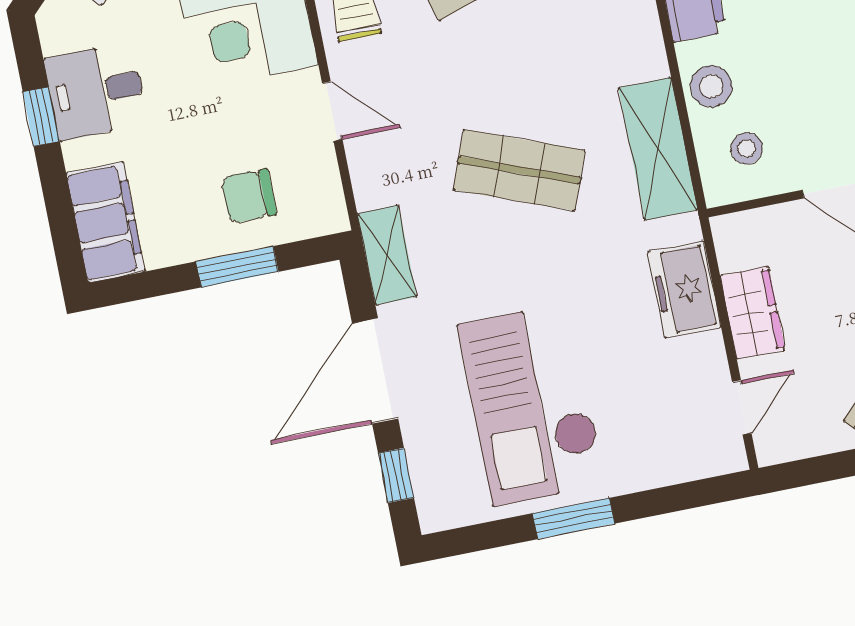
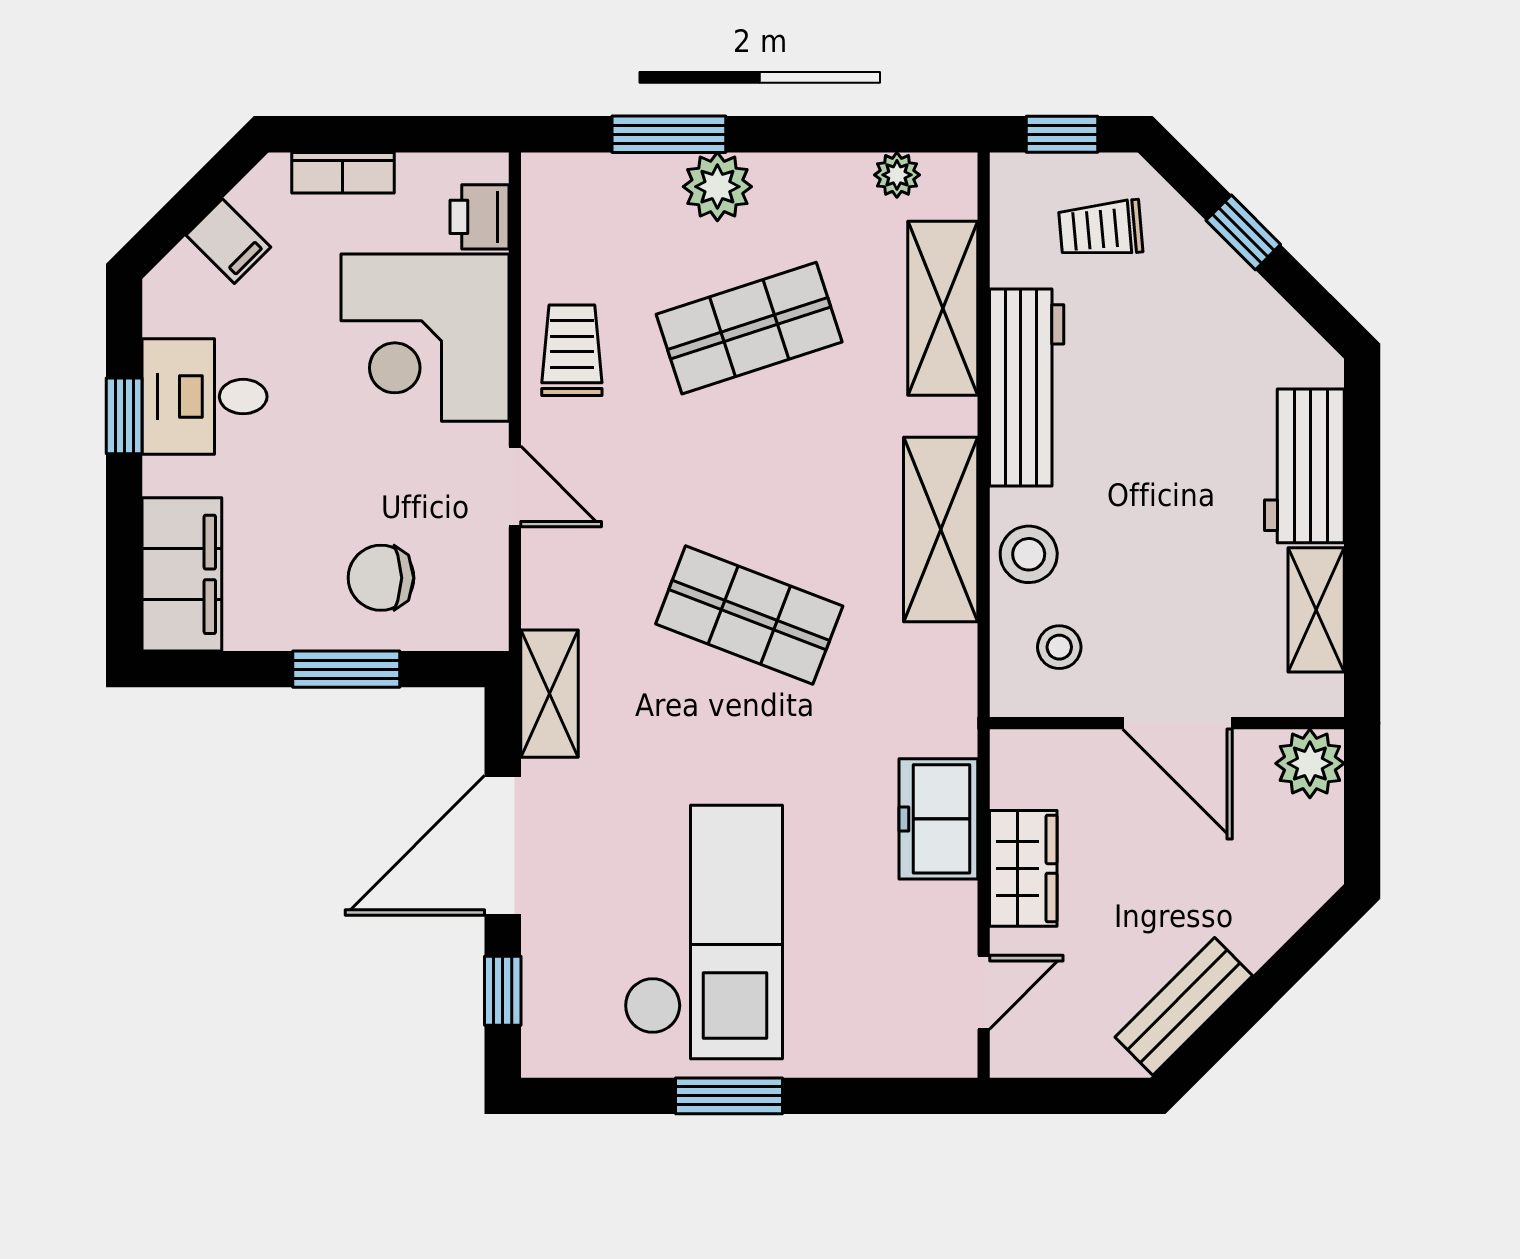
shelving: (658, 149) -> (941, 529), moved
checkout: (532, 404) -> (703, 932), turned 180

